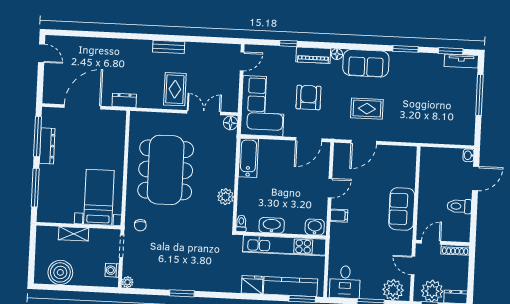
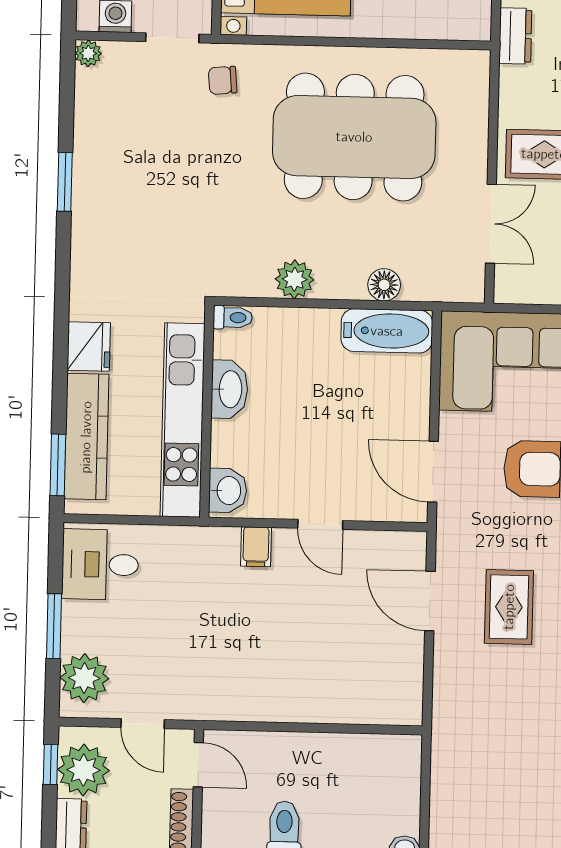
floor lamp: (230, 123) -> (384, 285), moved
sofa: (402, 209) -> (275, 694), removed
door: (413, 265) -> (143, 724), swing flipped

